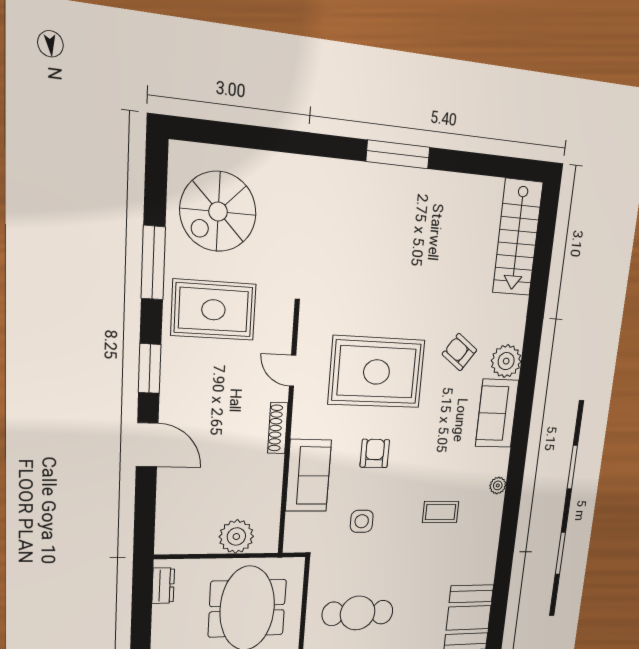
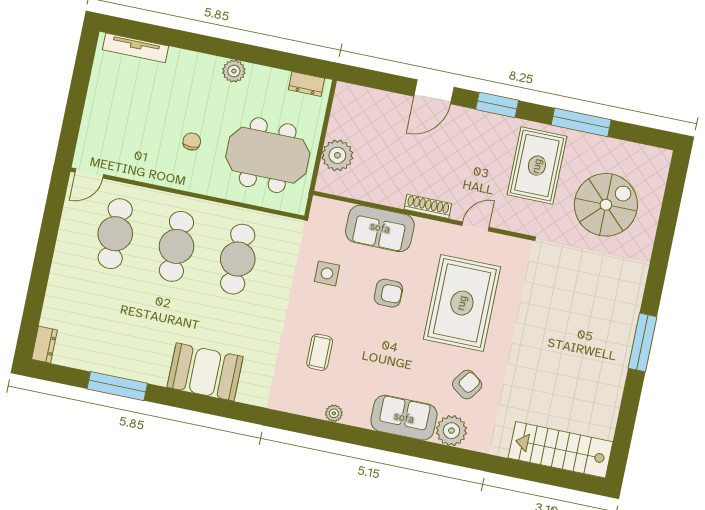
spiral stairs: (218, 211) -> (606, 205), moved, turned 90

